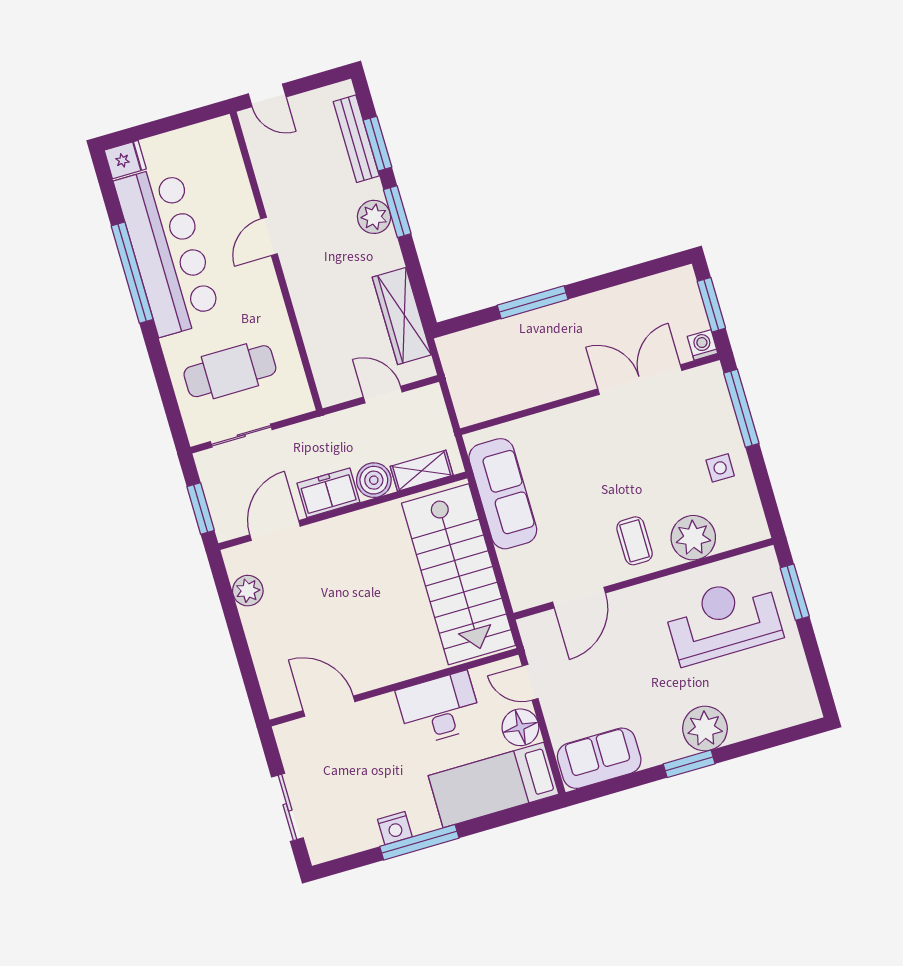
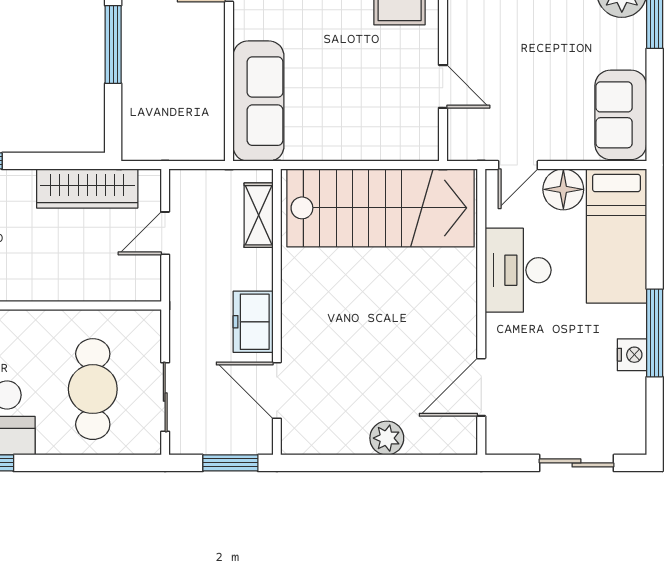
boiler: (374, 480) -> (254, 269), removed
sofa: (503, 494) -> (258, 101), moved, turned 90
plant: (248, 591) -> (387, 438), moved
door: (579, 598) -> (443, 86), width x0.73

